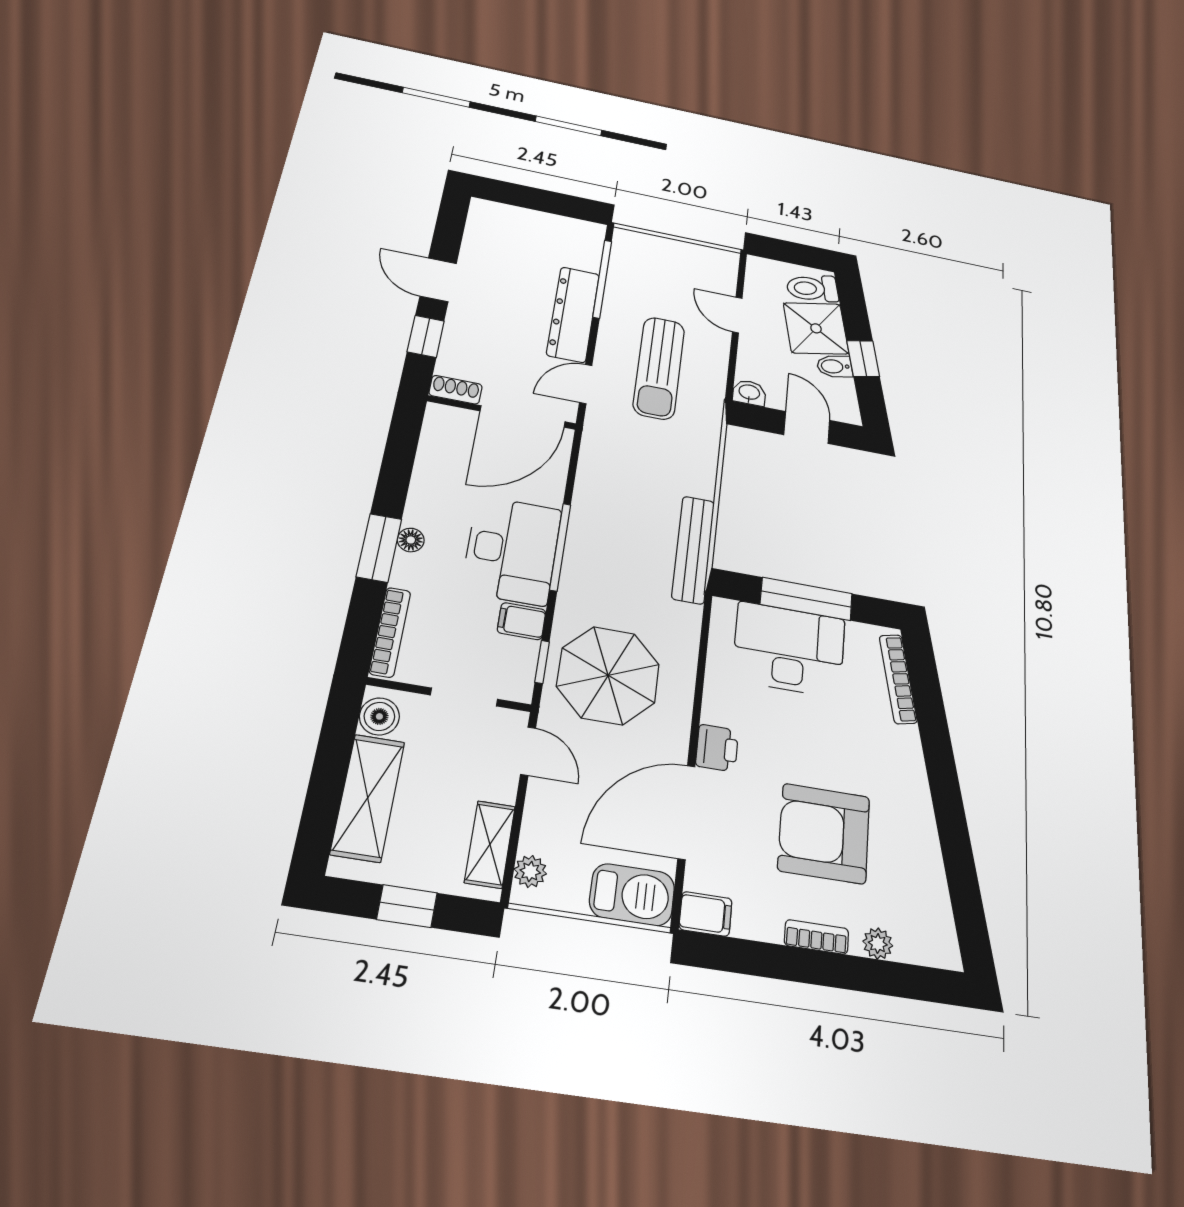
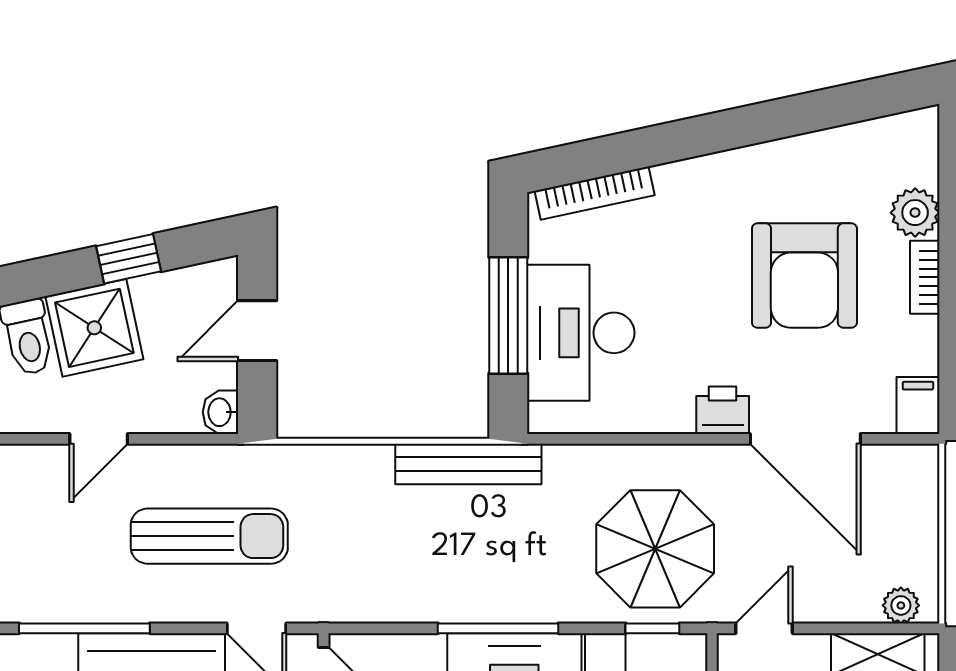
bidet: (834, 366) -> (151, 298), removed
barbecue: (632, 895) -> (909, 490), removed
plant: (878, 944) -> (915, 213), width x1.38, depth x1.38

